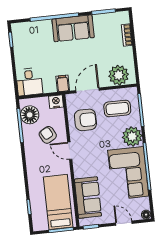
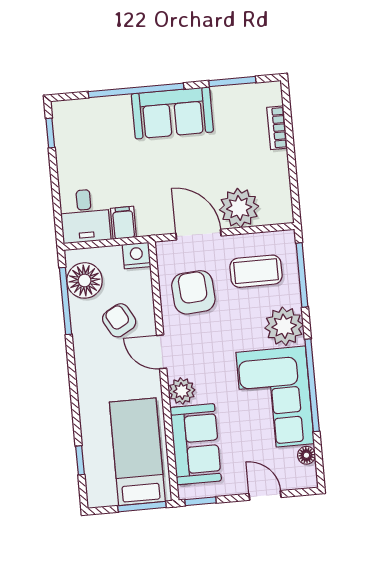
plant: (119, 75) -> (239, 208), moved
filing cabinet: (63, 83) -> (123, 223), moved
door: (88, 90) -> (198, 235), hinge flipped
armchair: (85, 120) -> (193, 292), turned -94
plant: (80, 170) -> (182, 391), added
floor lamp: (146, 215) -> (306, 455), moved

